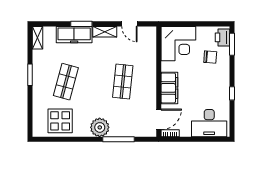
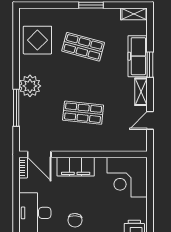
chair: (210, 57) -> (75, 220), moved

